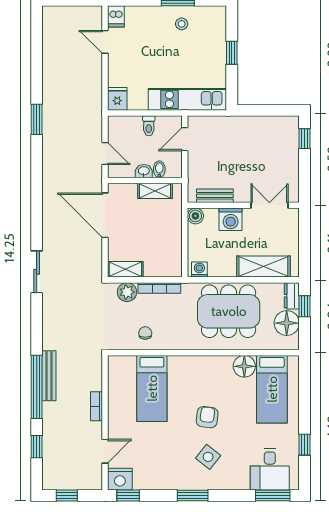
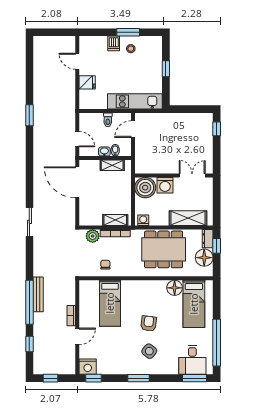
dishwasher: (116, 16) -> (114, 43), moved
fridge: (117, 99) -> (87, 82), moved, turned 90
bench: (215, 196) -> (154, 169), removed
boiler: (195, 216) -> (145, 188), width x1.86, depth x1.86
shelving: (125, 269) -> (115, 220), moved
window: (305, 445) -> (217, 343), width x3.17
door: (105, 451) -> (77, 336), moved

